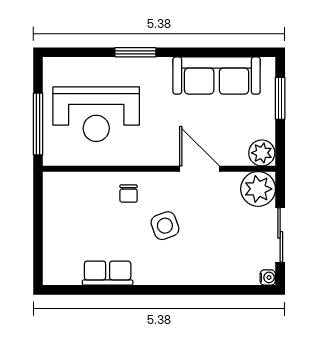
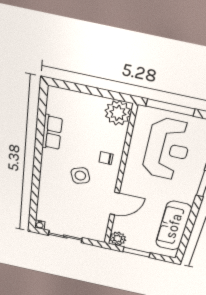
window: (280, 98) -> (136, 252), moved
reception desk: (96, 114) -> (167, 149), turned 180
plant: (258, 189) -> (118, 113), moved

